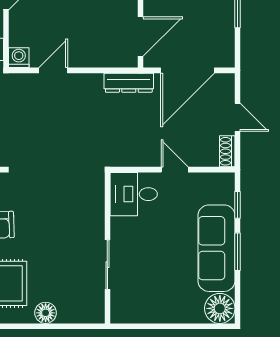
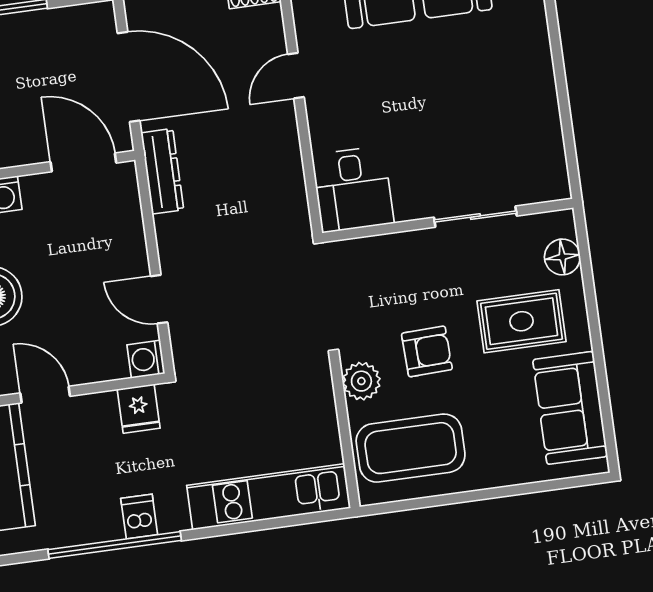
desk: (134, 194) -> (353, 189), moved
wall: (107, 248) -> (448, 220), moved
sliding door: (107, 265) -> (475, 217), moved

